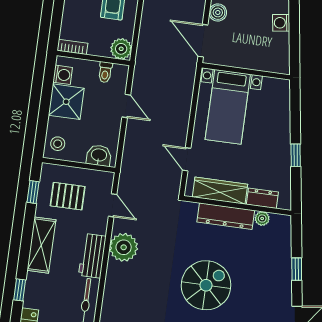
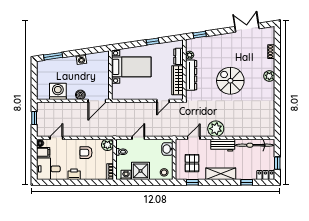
bed with nightstands: (228, 107) -> (131, 67), moved
window: (297, 269) -> (200, 35), moved

